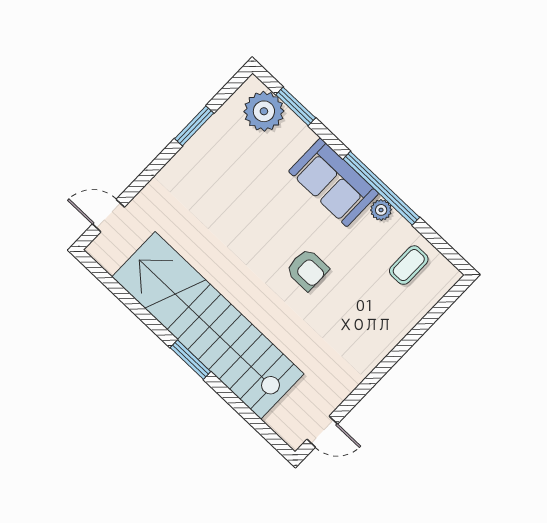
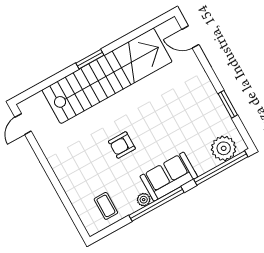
window: (296, 106) -> (221, 168), width x2.11
door: (108, 216) -> (190, 37), swing flipped

